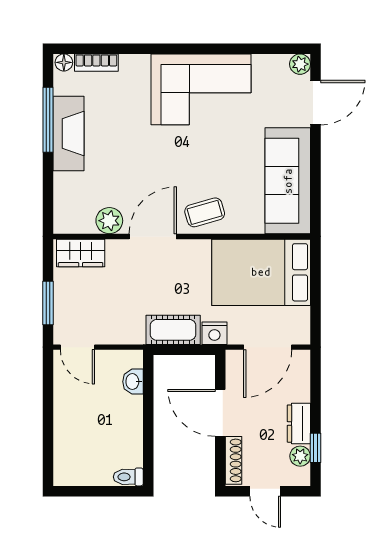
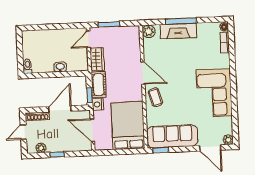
window: (48, 120) -> (181, 21), moved
fireplace: (68, 134) -> (178, 31), moved
window: (315, 206) -> (161, 150), added
plant: (109, 221) -> (149, 31), moved
wardrobe: (81, 253) -> (97, 59), moved, turned 180
window: (194, 350) -> (90, 95), added
washbasin: (133, 382) -> (60, 67), moved
dresser: (299, 424) -> (56, 147), removed
window: (315, 448) -> (57, 155), moved

